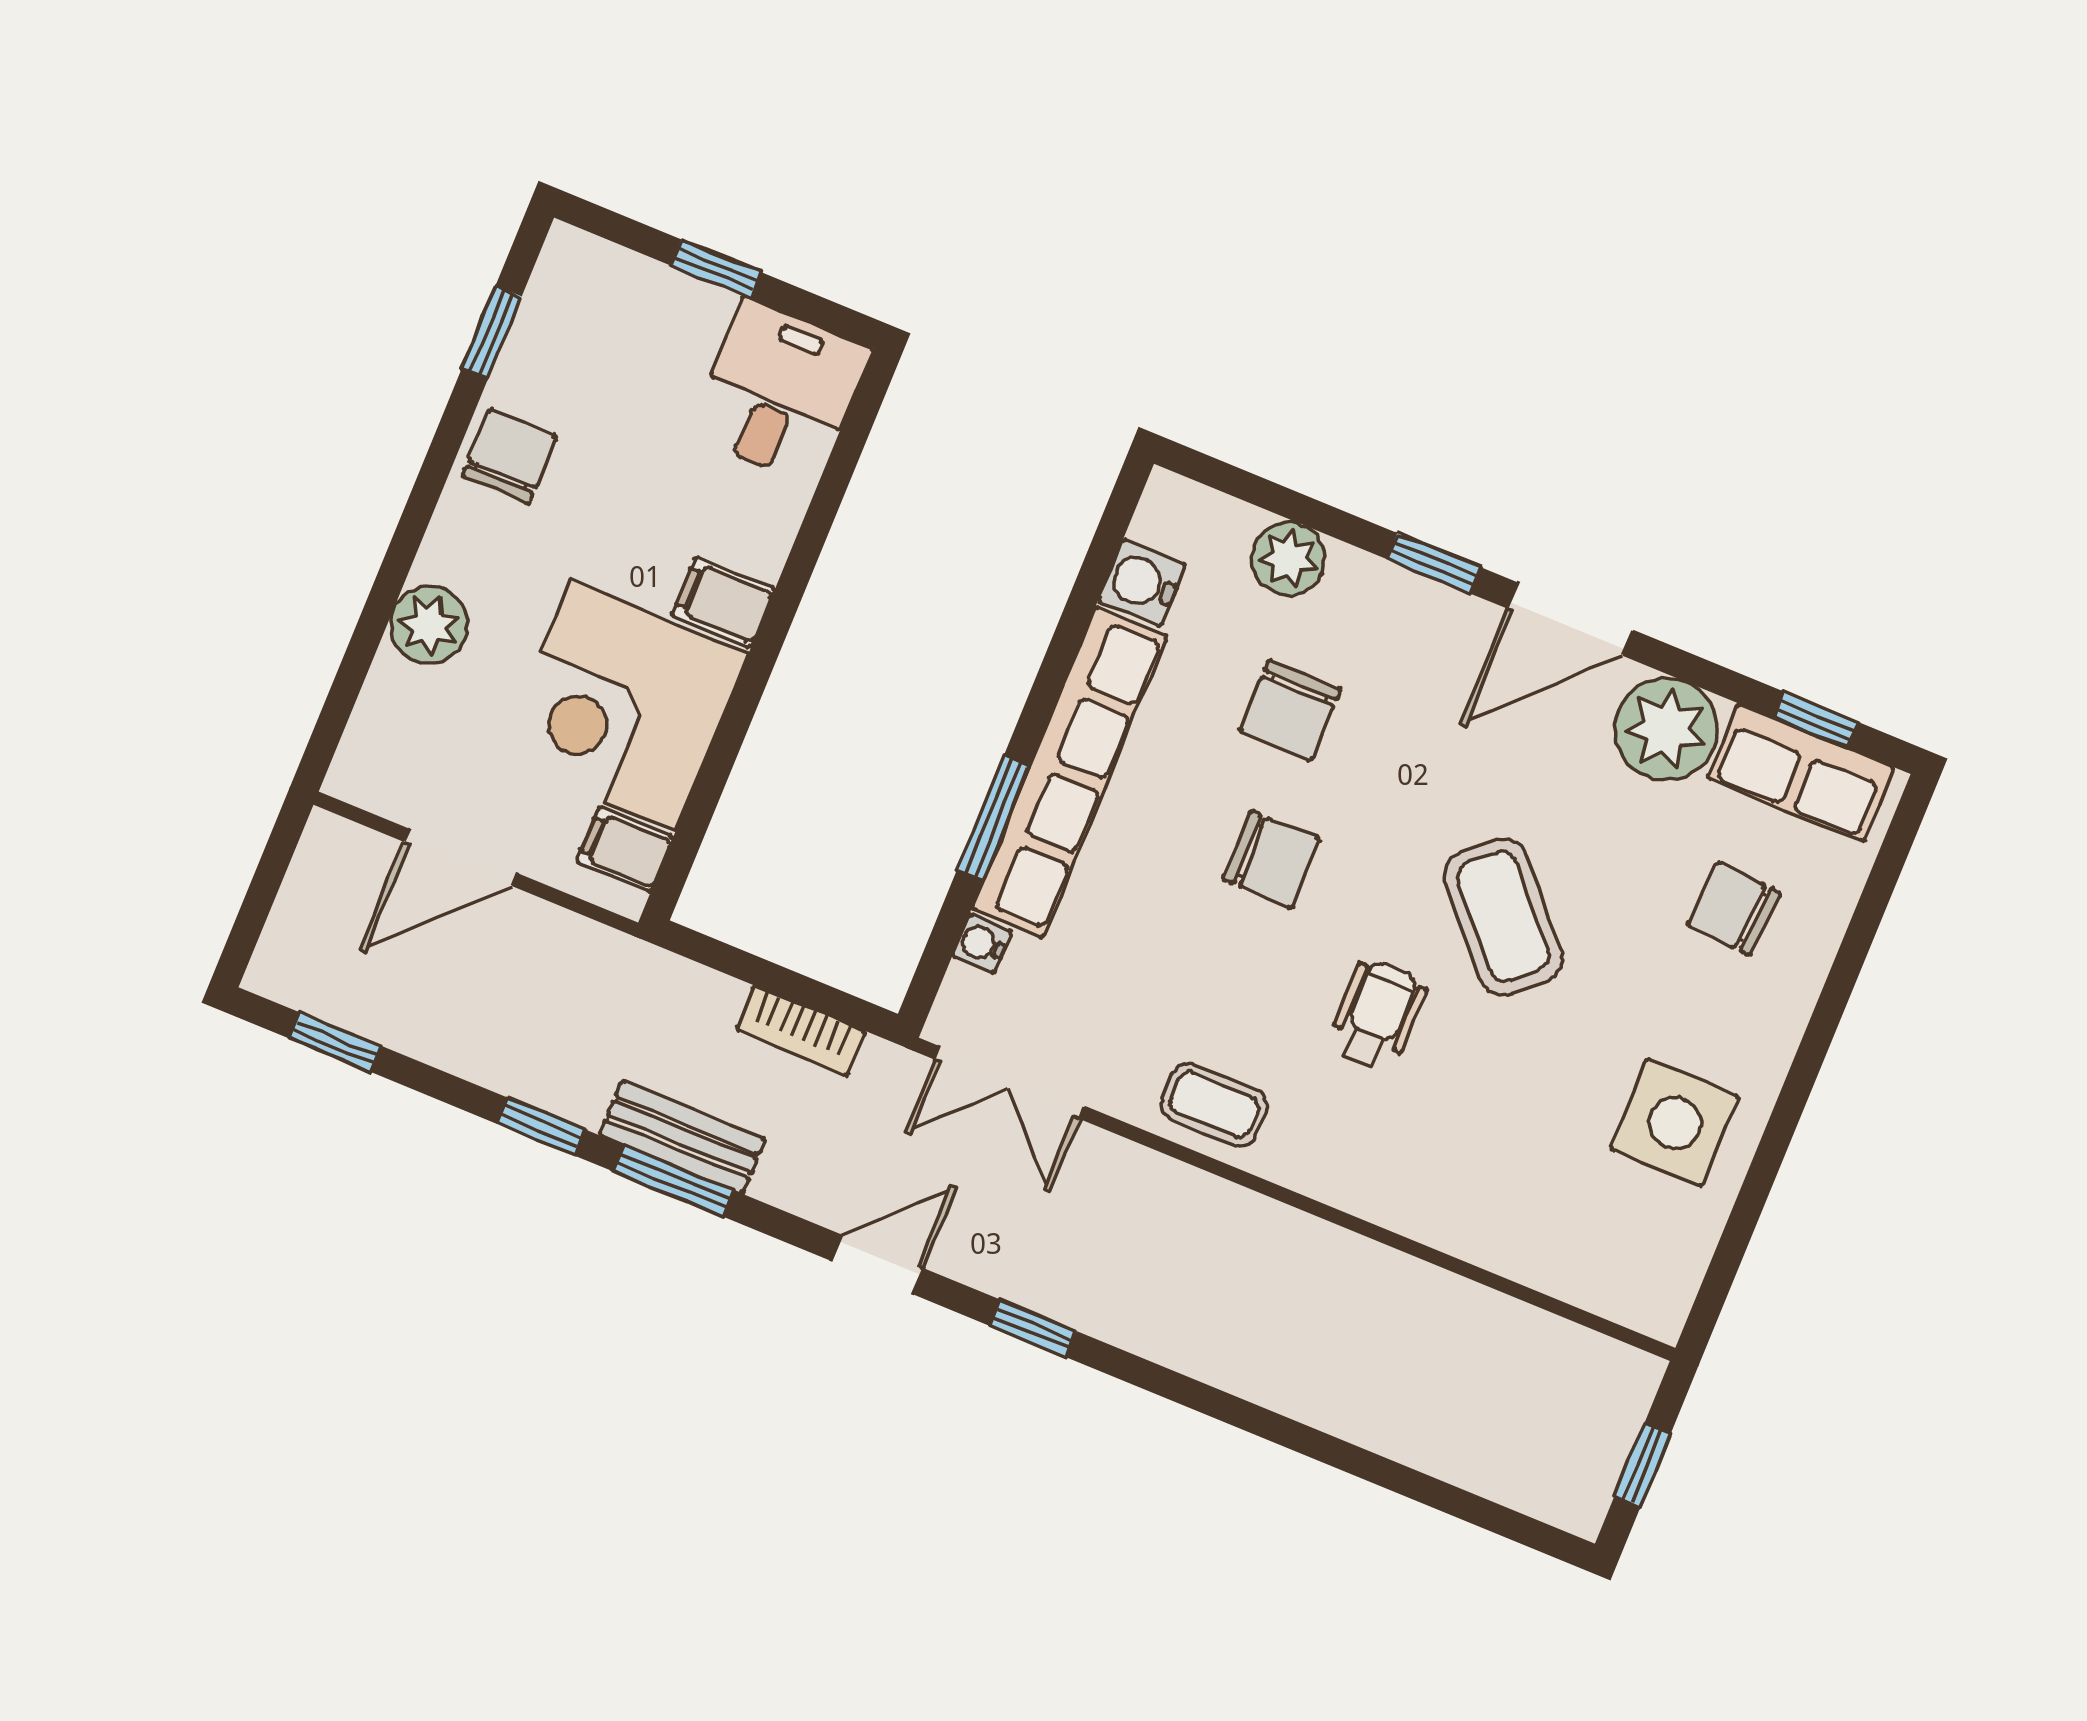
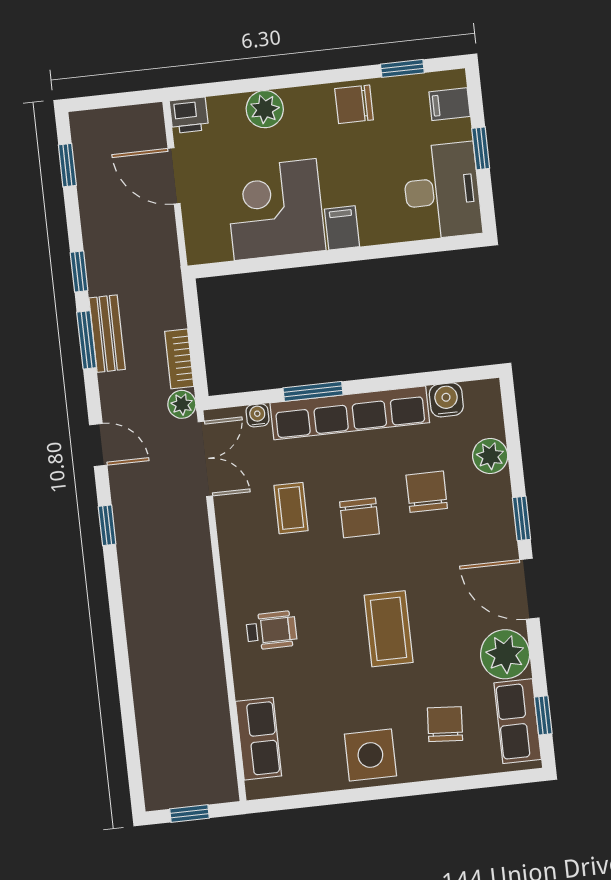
desk: (780, 392) -> (442, 191), width x1.37
chair: (509, 457) -> (354, 104), turned 180
chair: (1290, 710) -> (427, 492), turned 90
printer: (365, 770) -> (189, 115), added
filing cabinet: (625, 849) -> (450, 104), moved, turned -90
coffee table: (1503, 917) -> (389, 629), turned -48
wheelchair: (1377, 1015) -> (272, 630), moved
plant: (886, 1071) -> (182, 404), added
double door: (1009, 1083) -> (205, 459), swing flipped
coffee table: (1214, 1105) -> (291, 508), moved
side table: (1675, 1123) -> (370, 755), moved
row of seats: (1575, 1264) -> (259, 739), added

